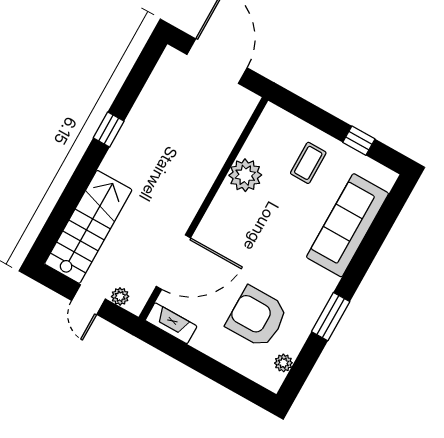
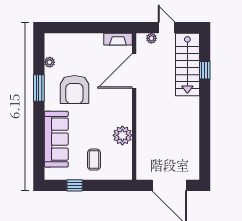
window: (109, 130) -> (205, 70), moved
armchair: (257, 317) -> (74, 90), moved, turned 90
plant: (283, 363) -> (50, 62), moved

